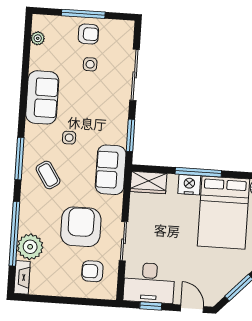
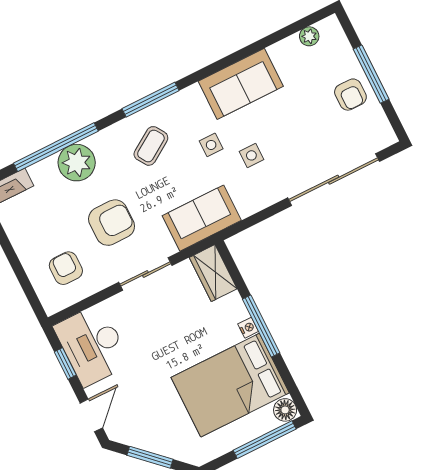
side table: (90, 64) -> (251, 155), moved
sliding door: (135, 75) -> (334, 180), width x1.36
window: (131, 135) -> (258, 218), removed
nightstand: (189, 185) -> (248, 328), width x0.53, depth x0.56
armchair: (81, 227) -> (112, 223), width x0.73, depth x0.73
sliding door: (123, 241) -> (145, 274), moved
plant: (30, 247) -> (77, 163), moved

